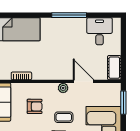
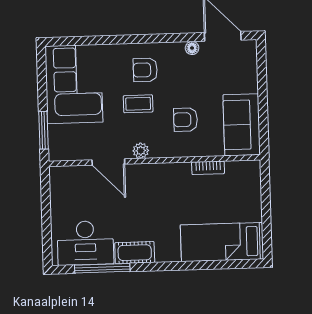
window: (69, 15) -> (102, 268), moved
desk: (99, 31) -> (85, 243), width x1.37
cot: (114, 68) -> (135, 253), moved, turned 90

